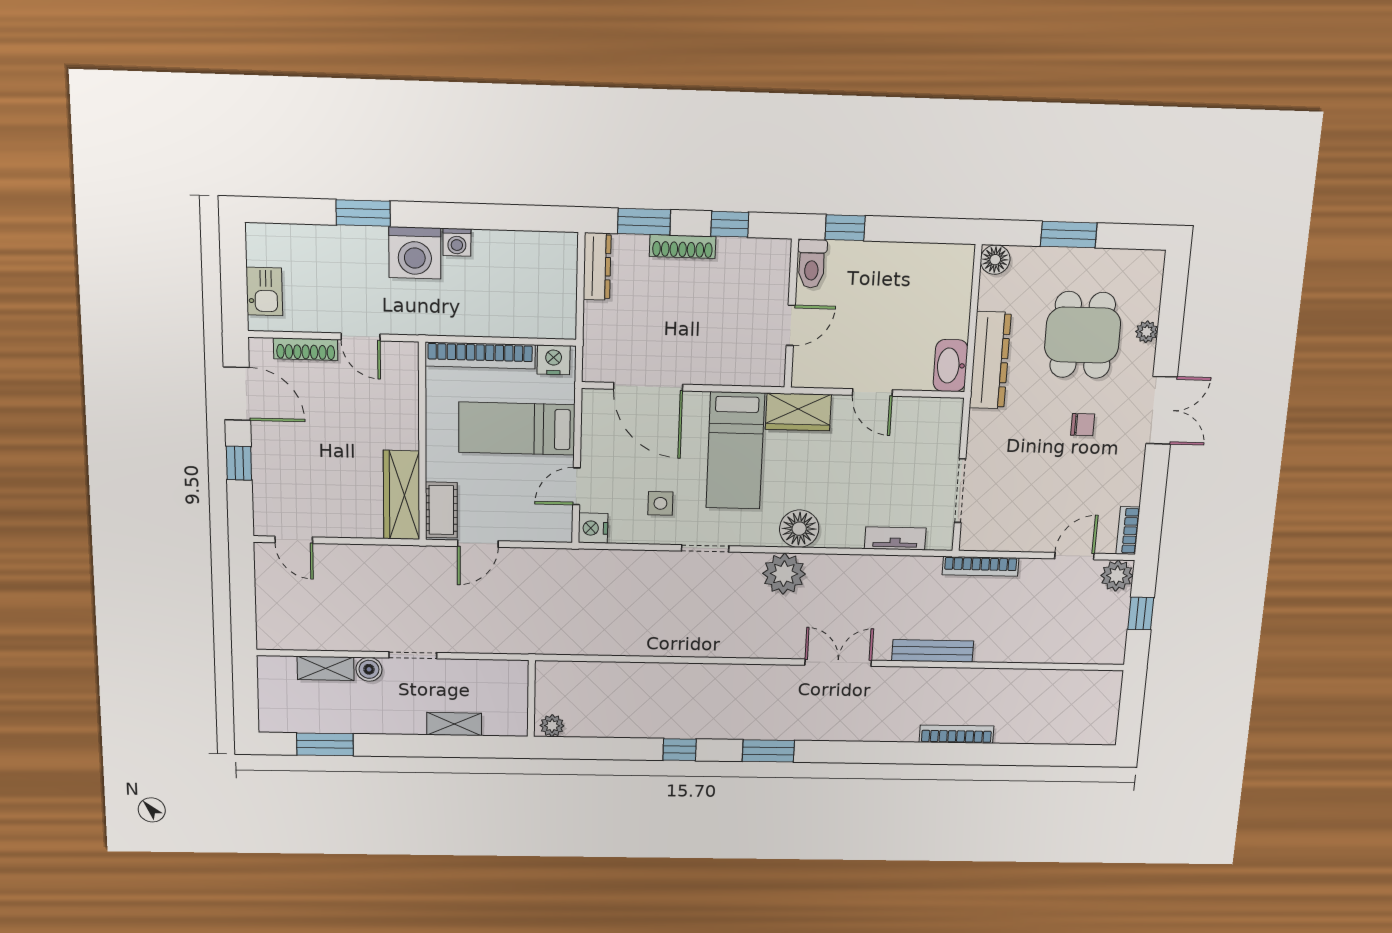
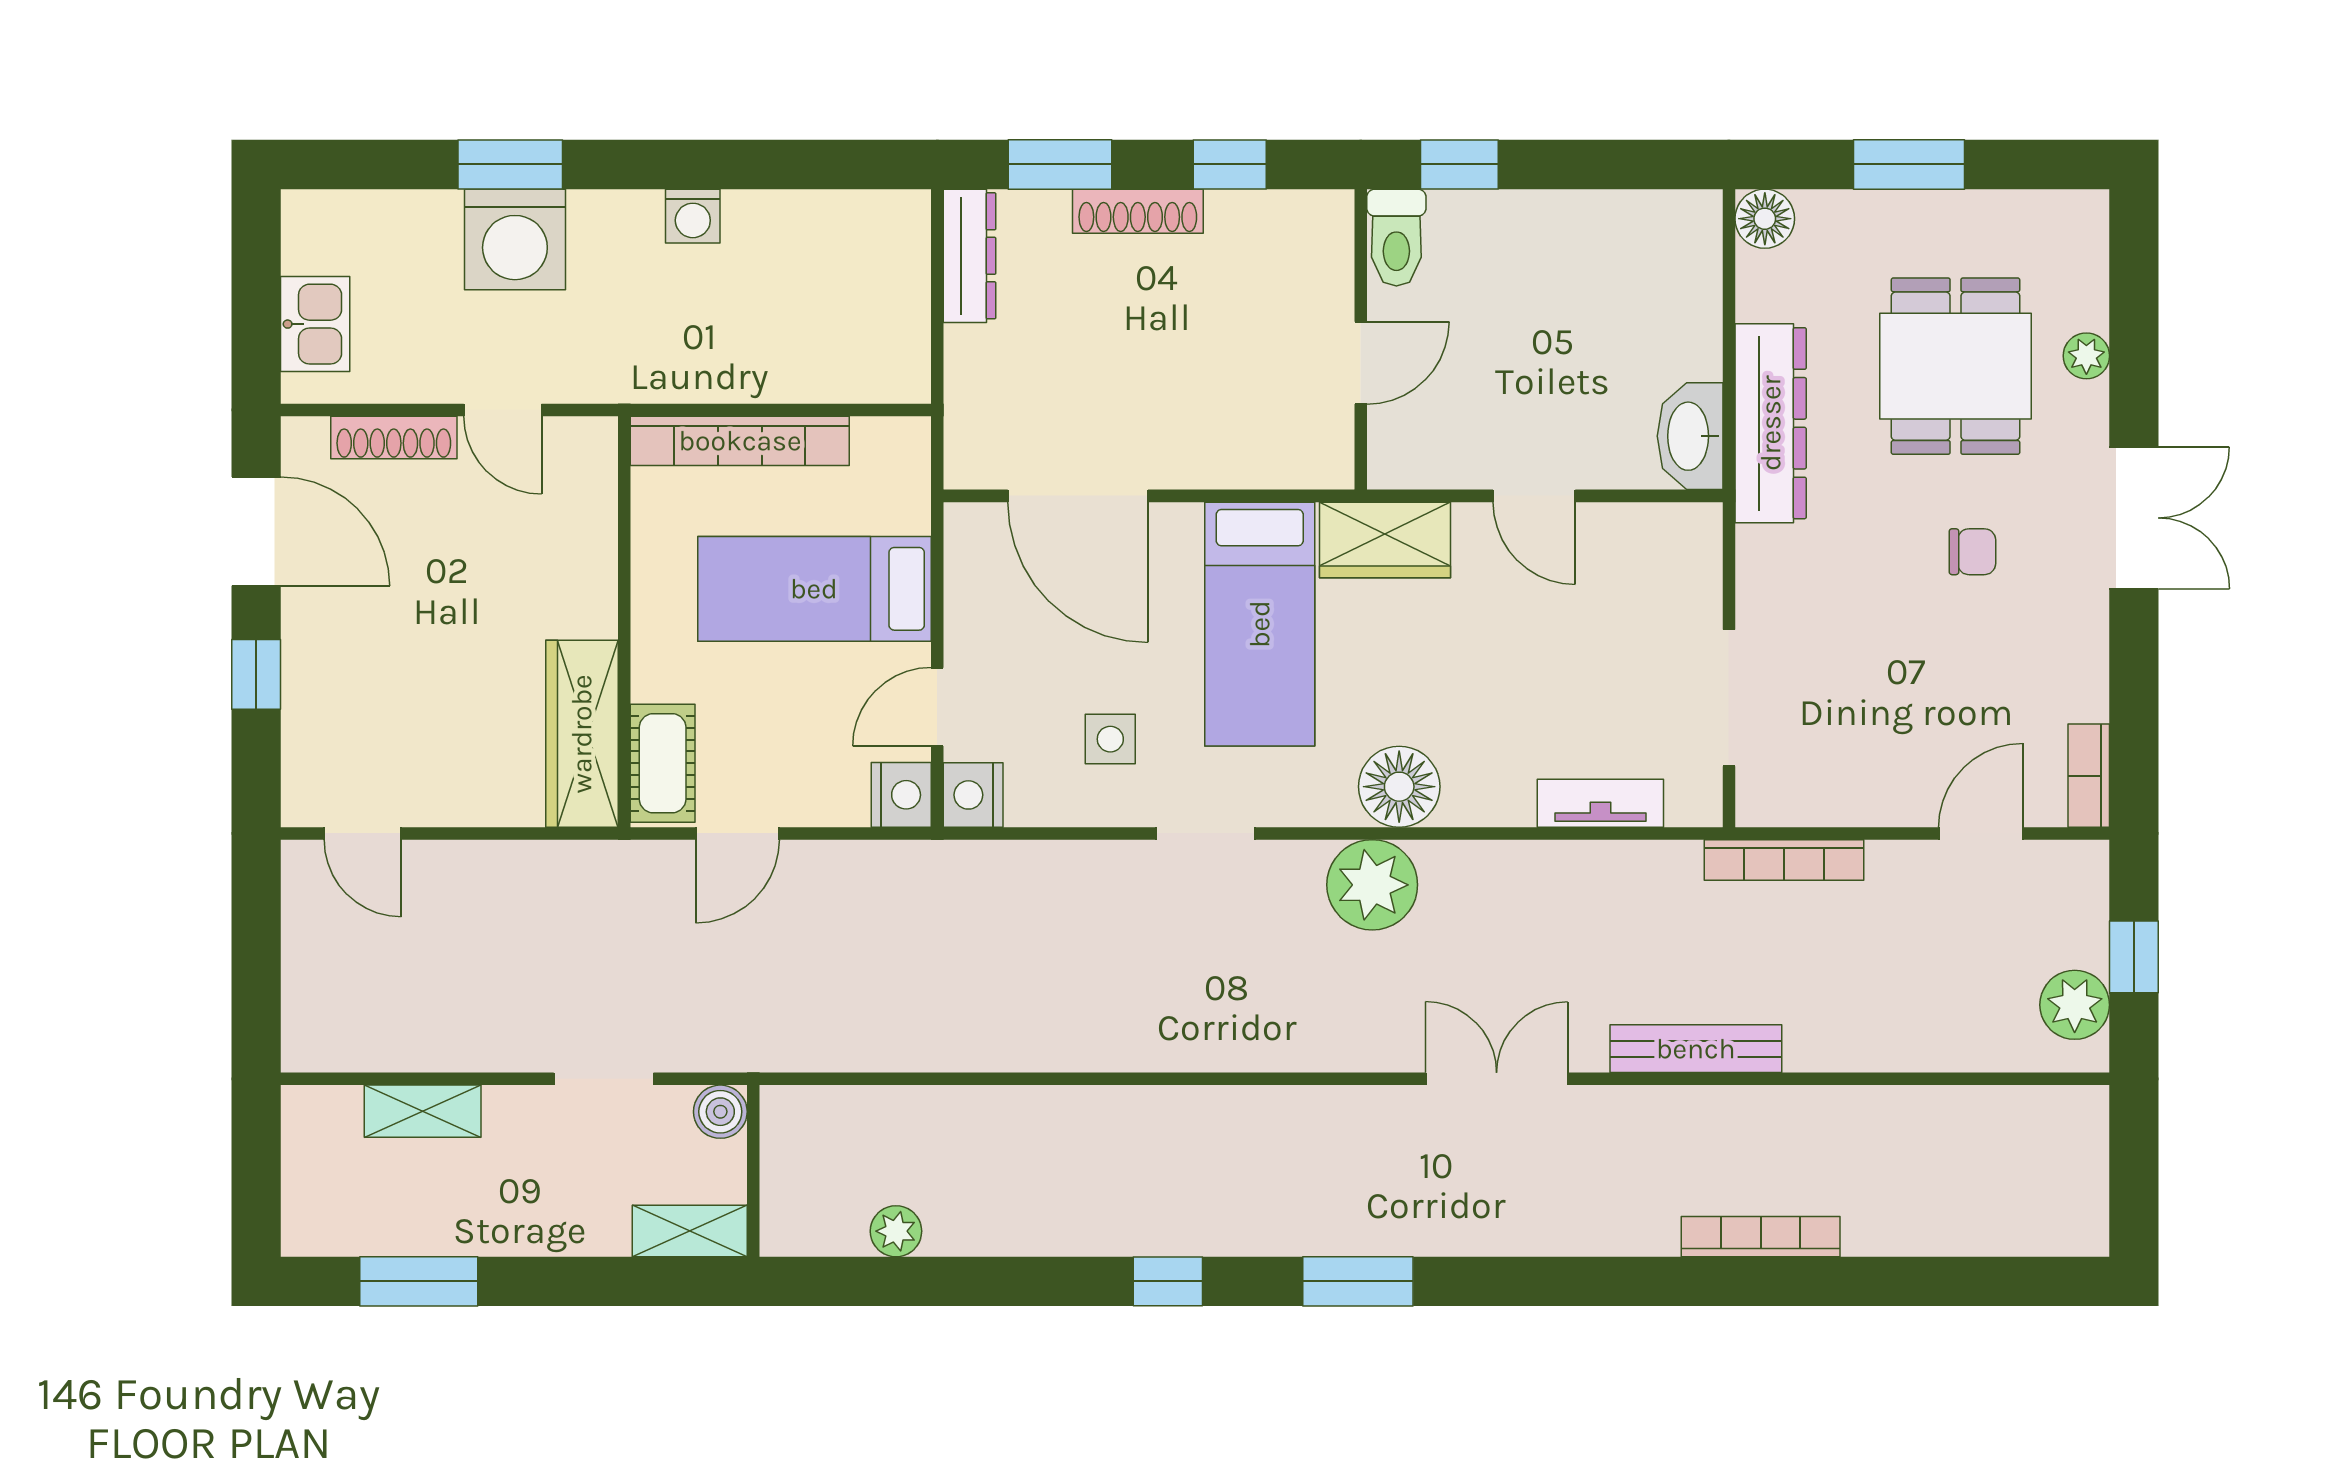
washing machine: (415, 253) -> (515, 239), moved
nightstand: (554, 360) -> (901, 795), moved, turned 90
plant: (1117, 576) -> (2075, 1005), moved
boiler: (369, 669) -> (720, 1112), moved
wall: (531, 699) -> (753, 1171), moved

